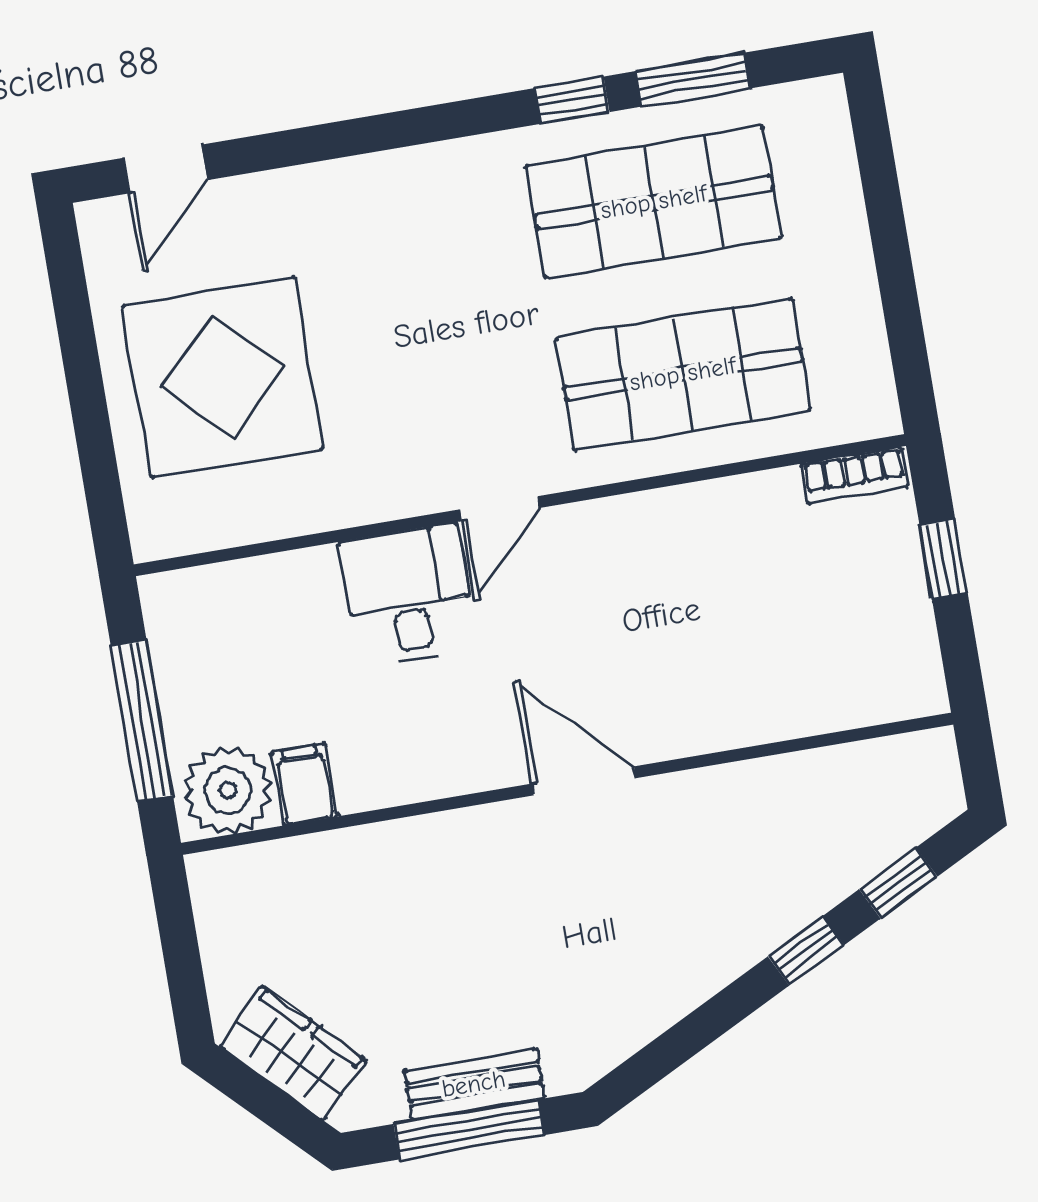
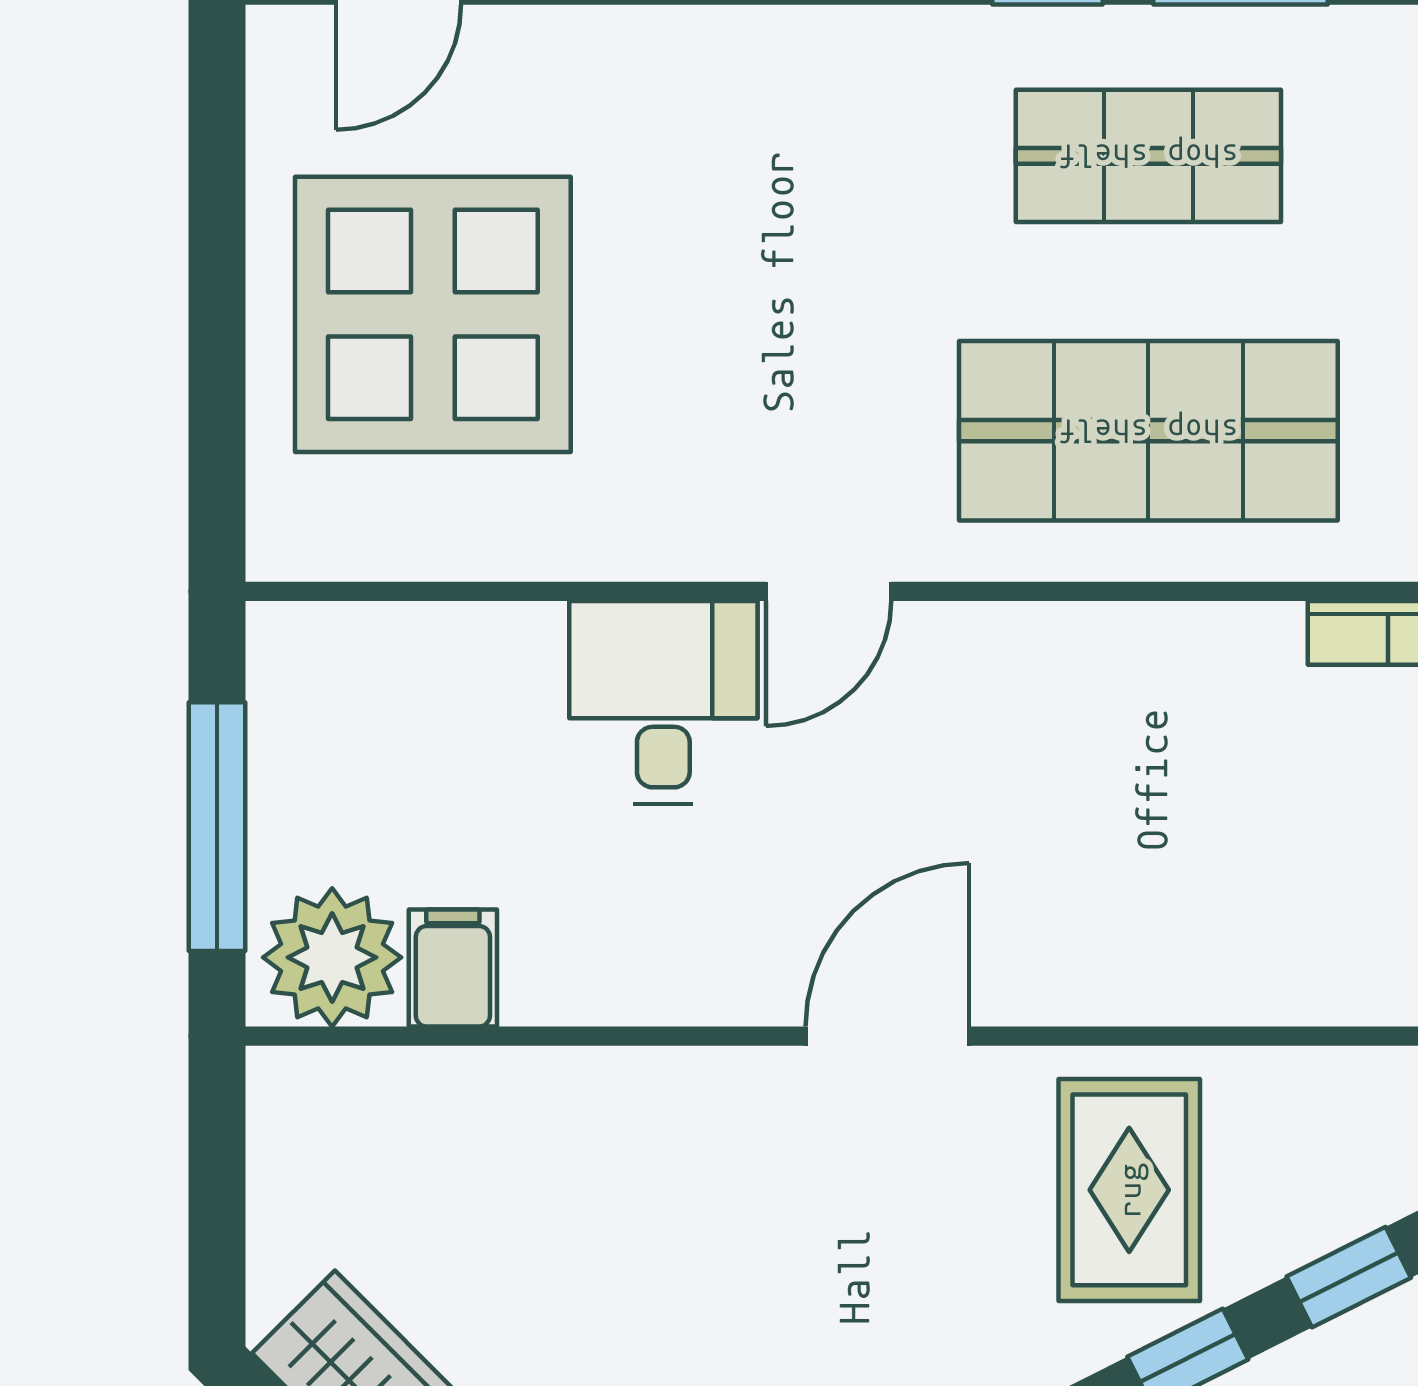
shop shelf: (654, 202) -> (1148, 156), width x0.70, depth x0.74
door: (584, 781) -> (887, 1036), hinge flipped
rug: (752, 852) -> (1129, 1190), added

